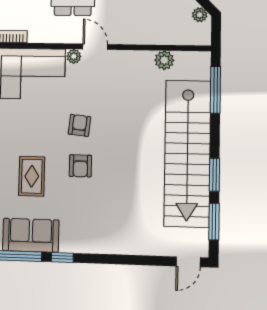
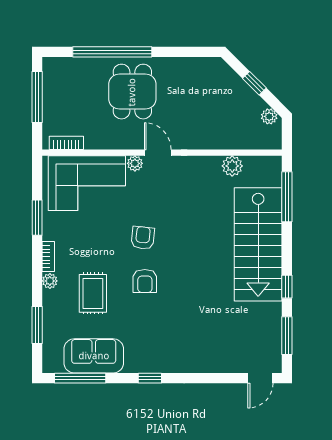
stairs: (187, 153) -> (258, 244), width x0.73
window: (214, 175) -> (287, 287), width x0.67
window: (62, 257) -> (150, 378), moved

